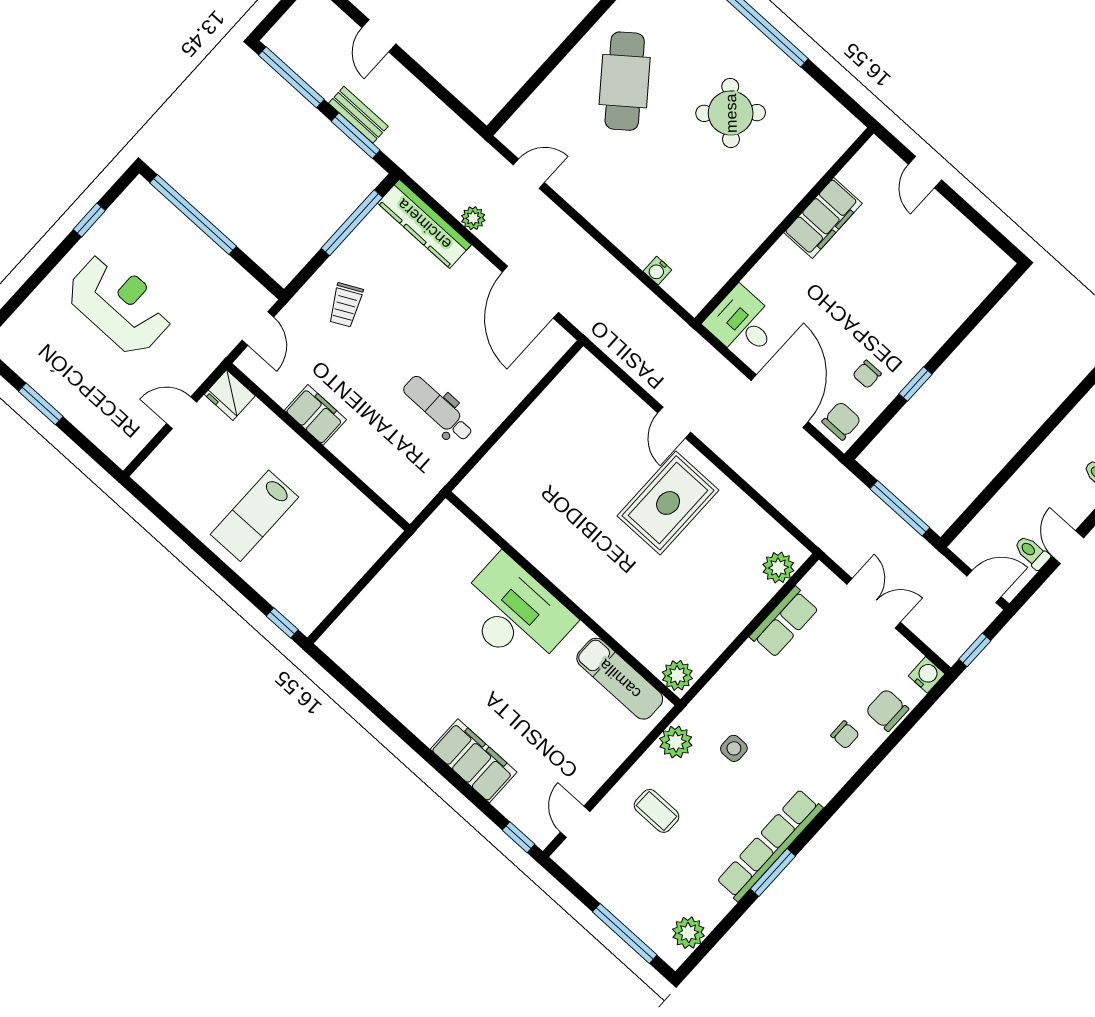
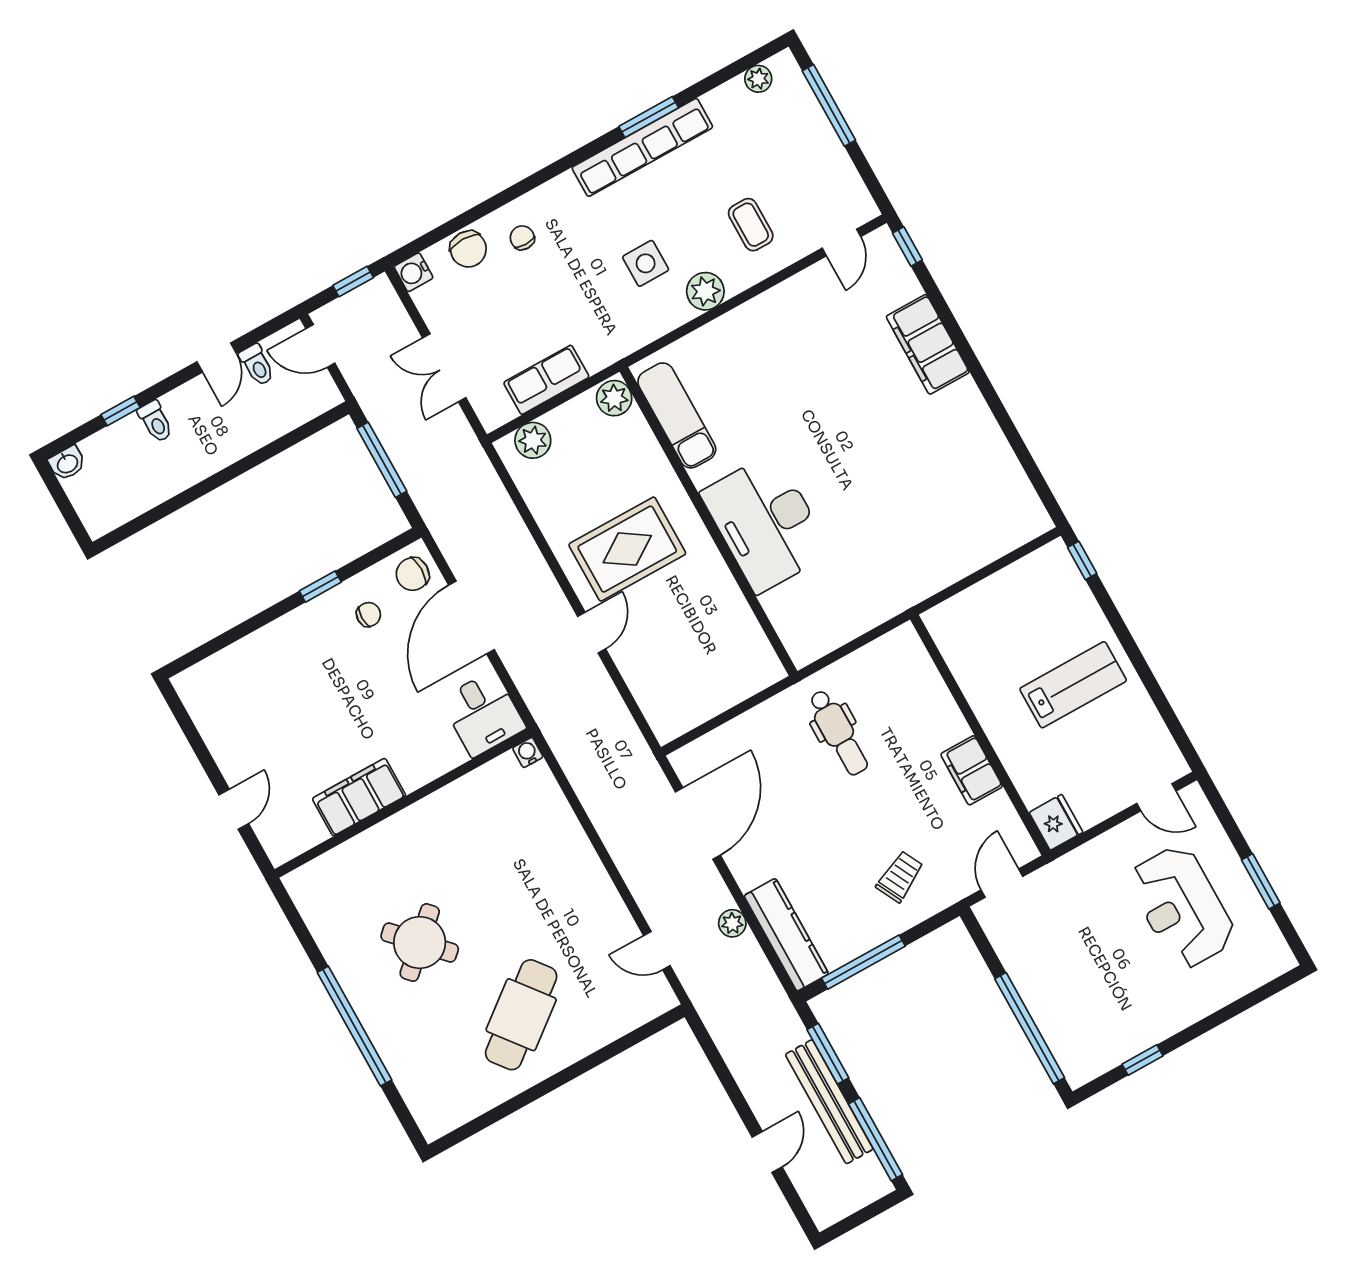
bench: (358, 115) -> (829, 1102), width x1.86, depth x1.21
water cooler: (657, 271) -> (528, 752), moved, turned -90
reception desk: (120, 304) -> (1182, 907), moved
door: (182, 413) -> (1156, 797), moved
wall: (563, 599) -> (708, 521), moved
desk: (514, 614) -> (766, 523), moved
plant: (677, 675) -> (614, 398), moved
exam couch: (620, 679) -> (677, 415), moved
side table: (734, 748) -> (646, 263), width x1.37, depth x1.37
plant: (688, 933) -> (758, 79), width x0.73, depth x0.73

